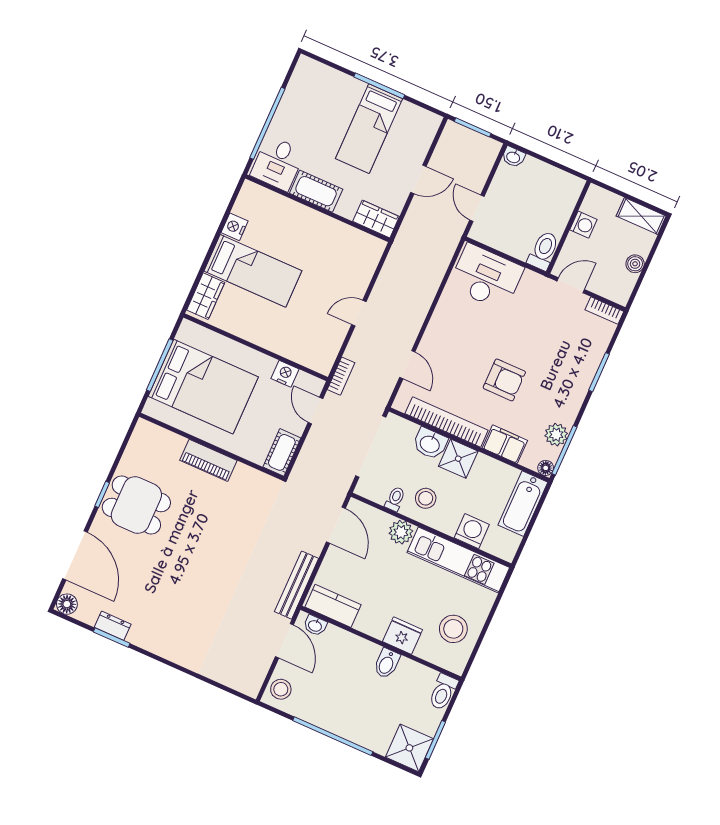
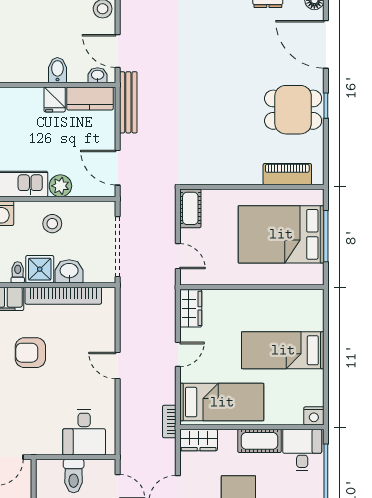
nightstand: (235, 227) -> (314, 416), moved, turned 90
bed: (336, 246) -> (222, 402), added
toilet: (543, 251) -> (74, 476), moved
desk: (486, 277) -> (84, 432), width x0.73
wardrobe: (206, 296) -> (191, 308), moved, turned 180
door: (407, 365) -> (118, 366), moved
nightstand: (285, 374) -> (217, 276), removed
bookcase: (341, 376) -> (169, 421), moved
piano: (208, 460) -> (287, 174), moved
toilet: (395, 499) -> (18, 272), moved, turned 180
fridge: (402, 636) -> (55, 99), moved, width x0.72
bidet: (387, 663) -> (57, 70), moved

